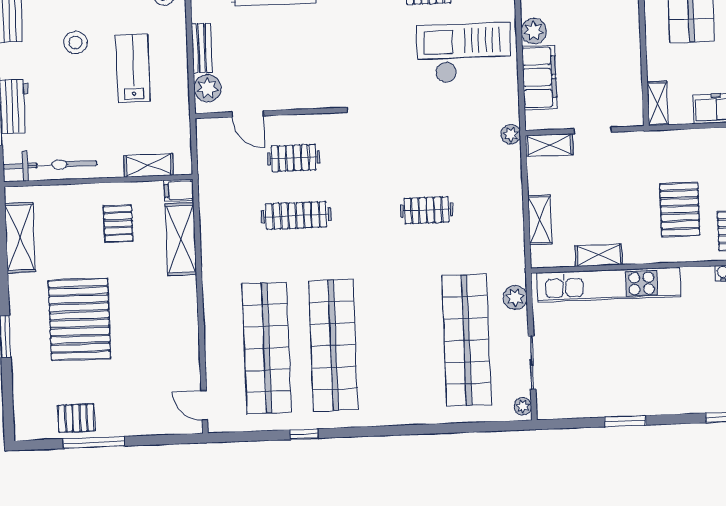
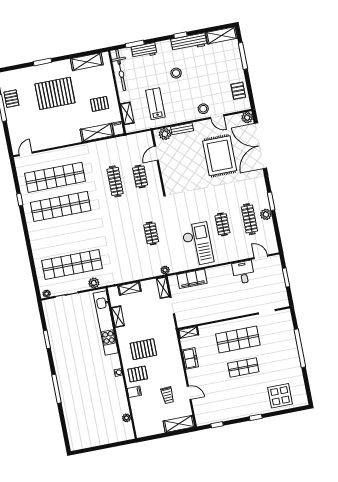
plant: (534, 31) -> (212, 273), removed
lab bench: (133, 68) -> (155, 104), moved, turned -90
clothes rail: (427, 210) -> (151, 233), moved

